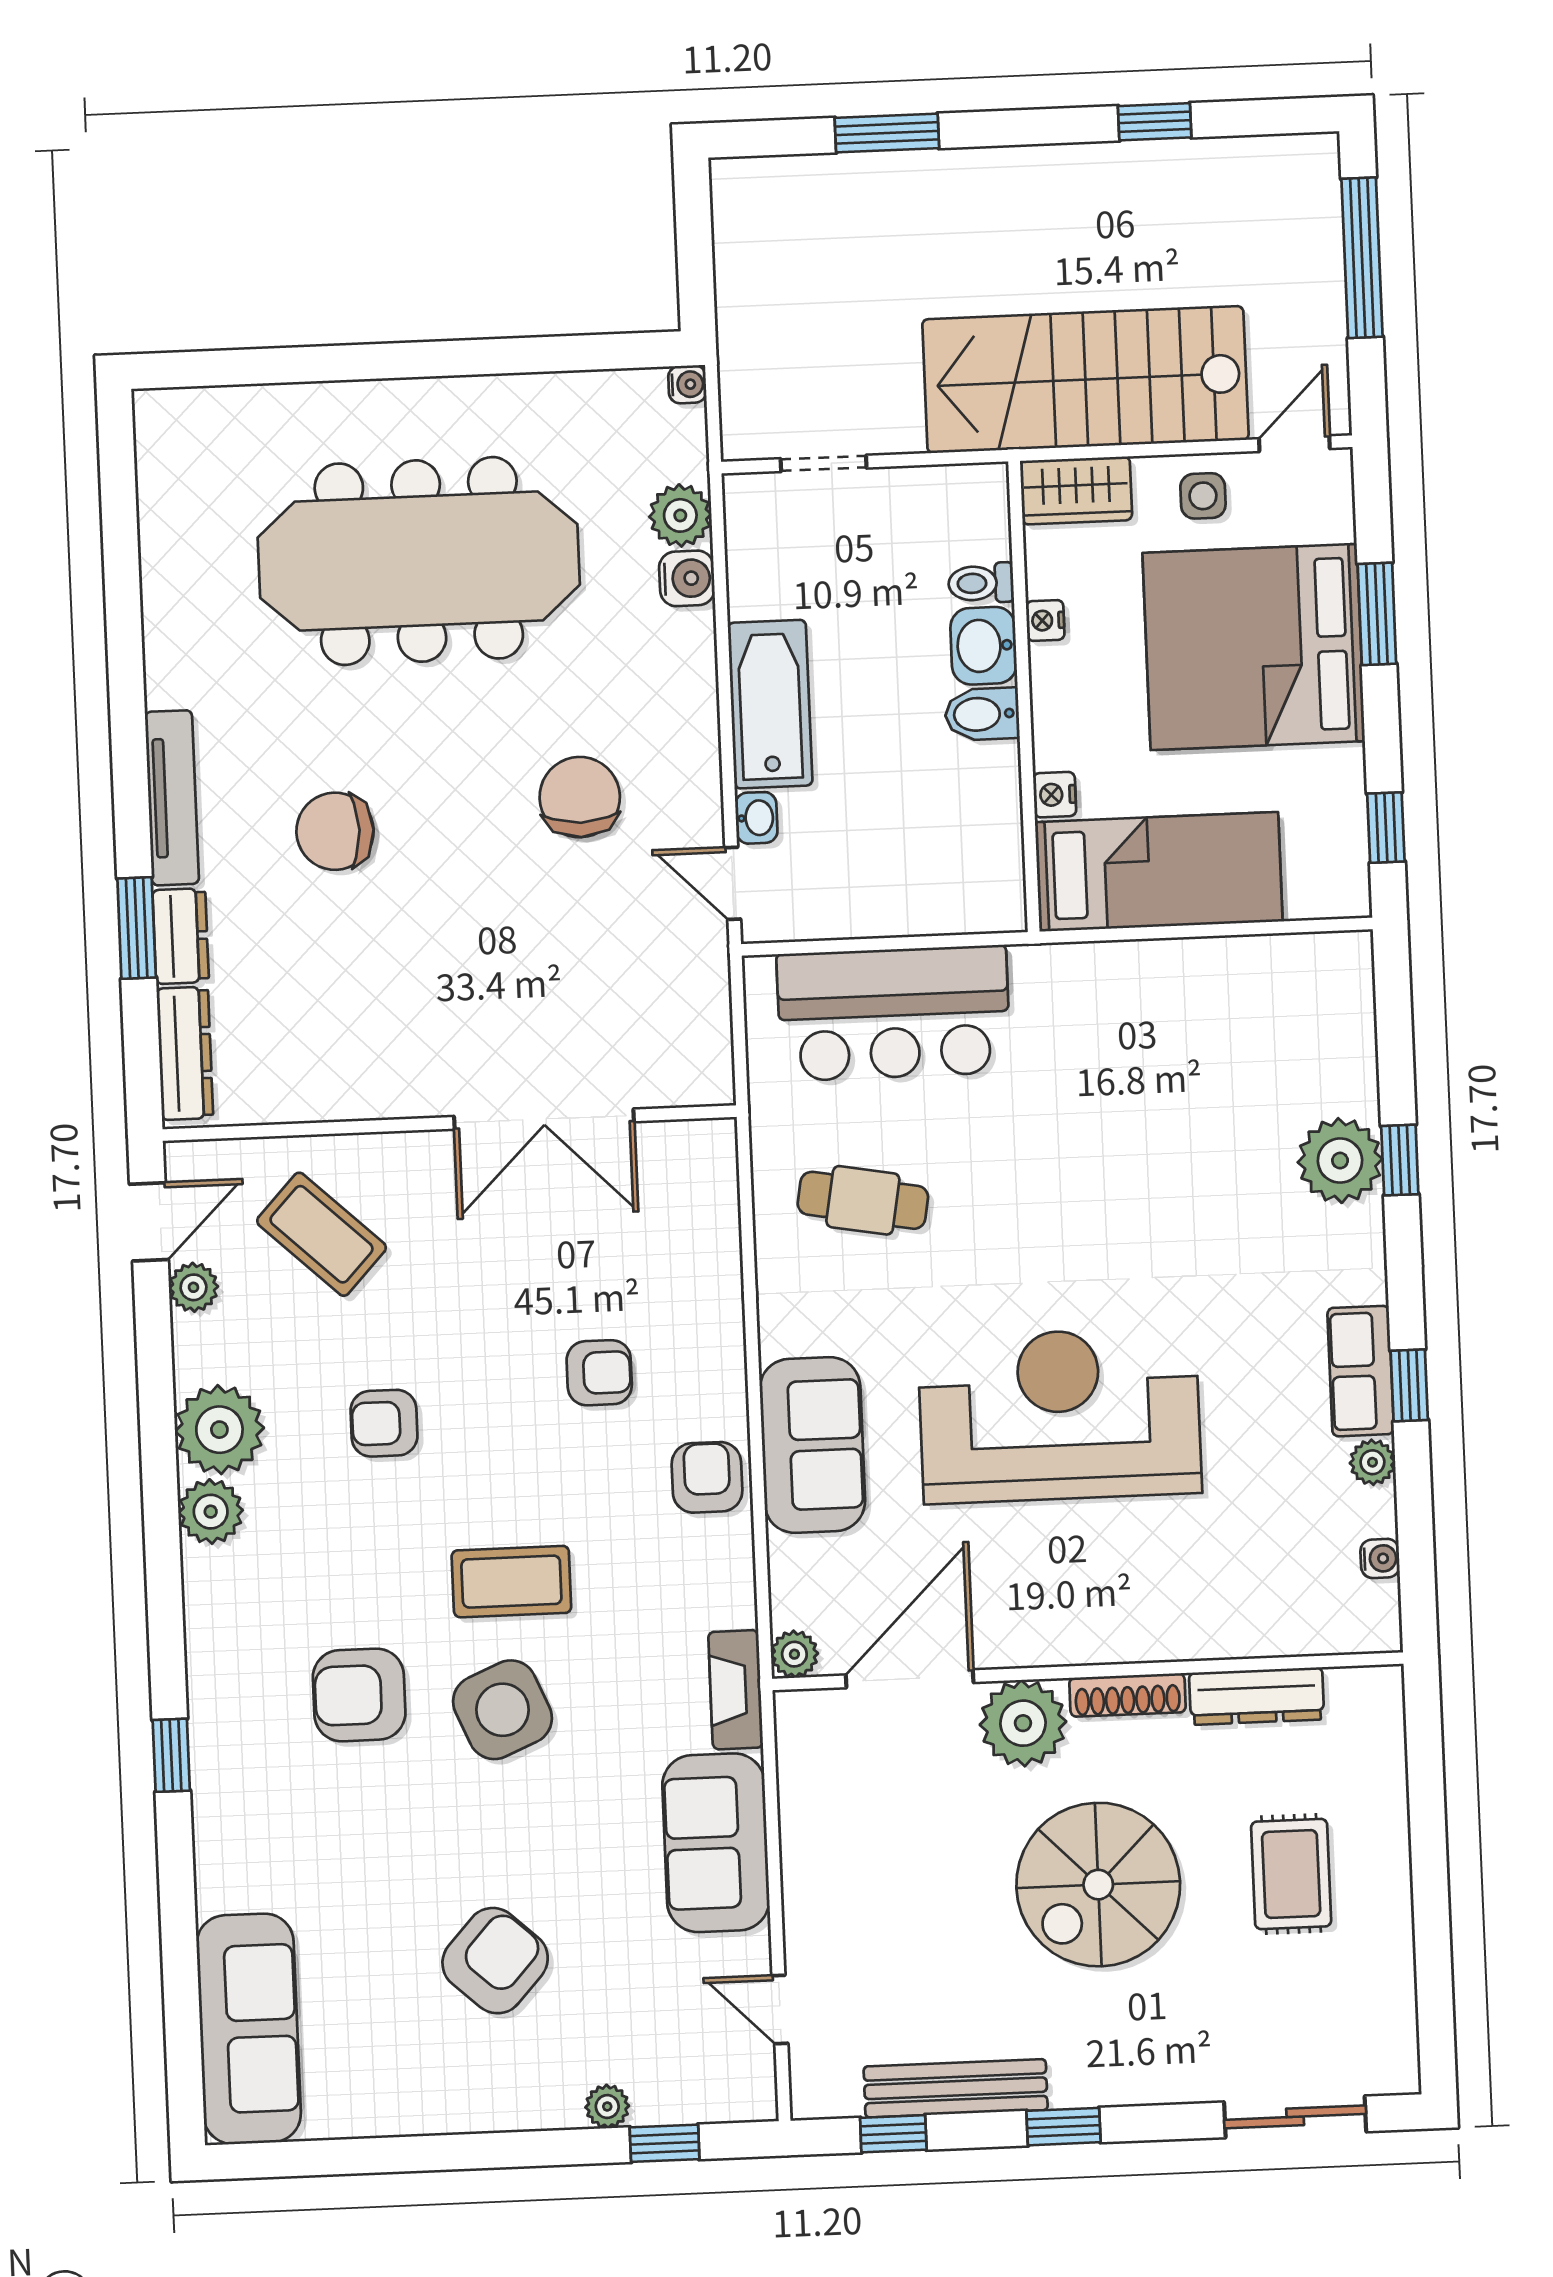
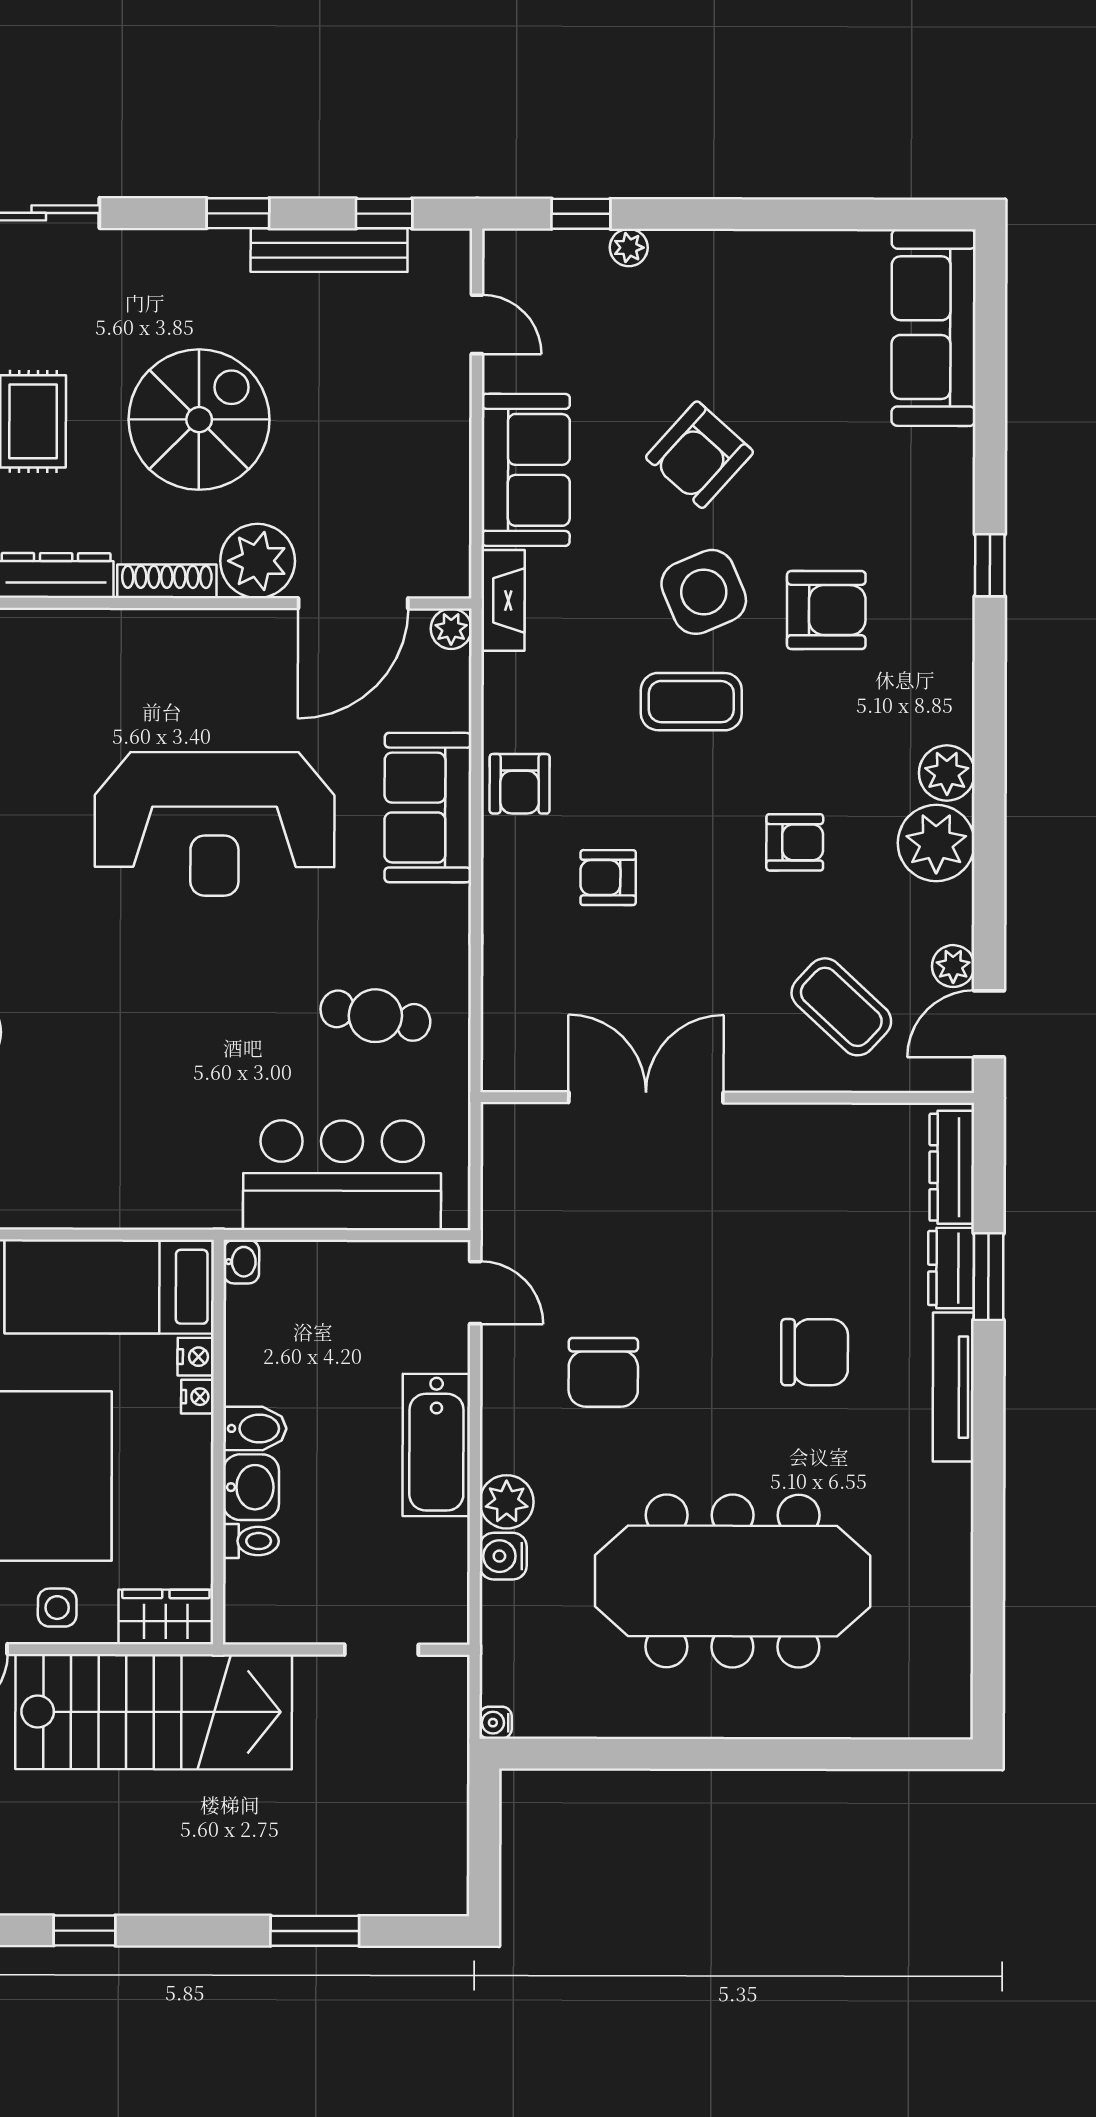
plant: (680, 515) -> (507, 1502), moved
nightstand: (1045, 620) -> (197, 1397), moved
washbasin: (756, 818) -> (241, 1262), moved, turned 180
armchair: (495, 1961) -> (699, 455), moved

